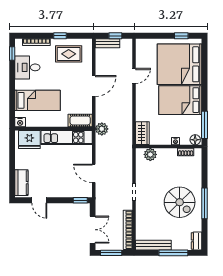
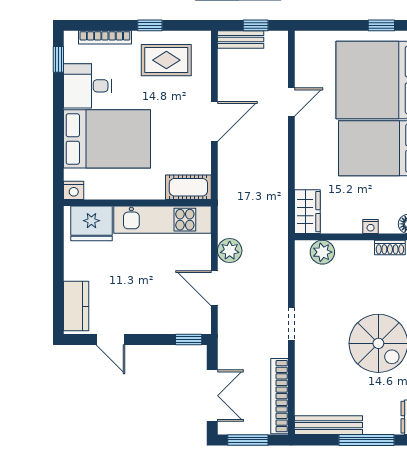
bed: (38, 100) -> (107, 139), width x1.50
plant: (102, 129) -> (230, 251), moved

